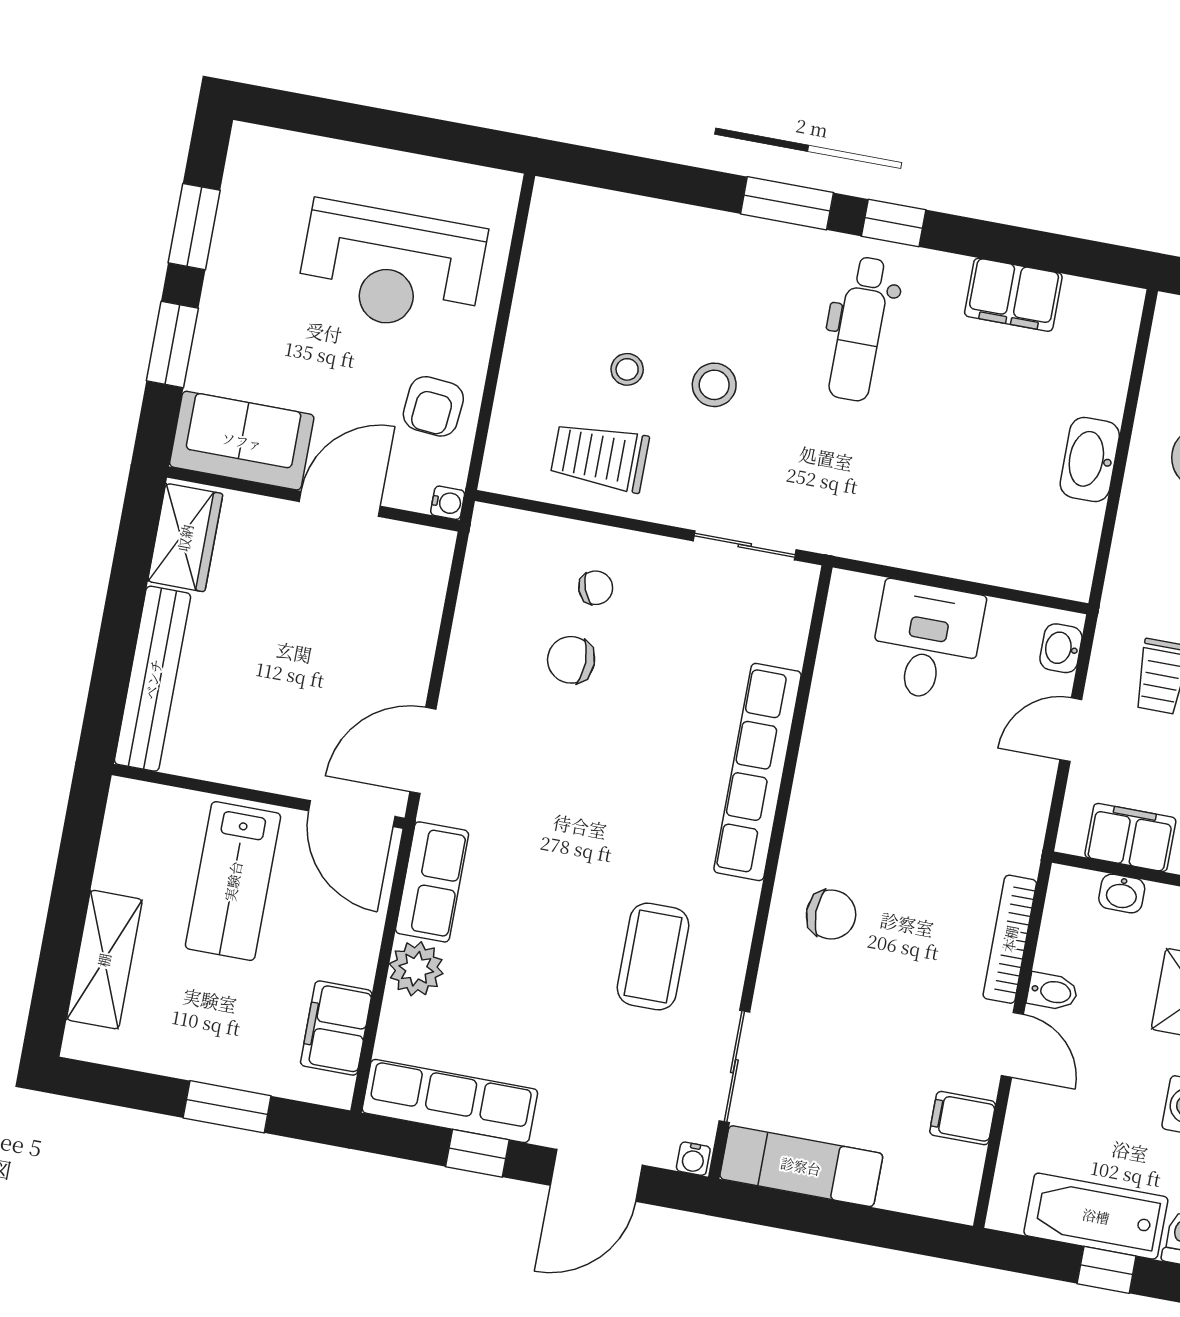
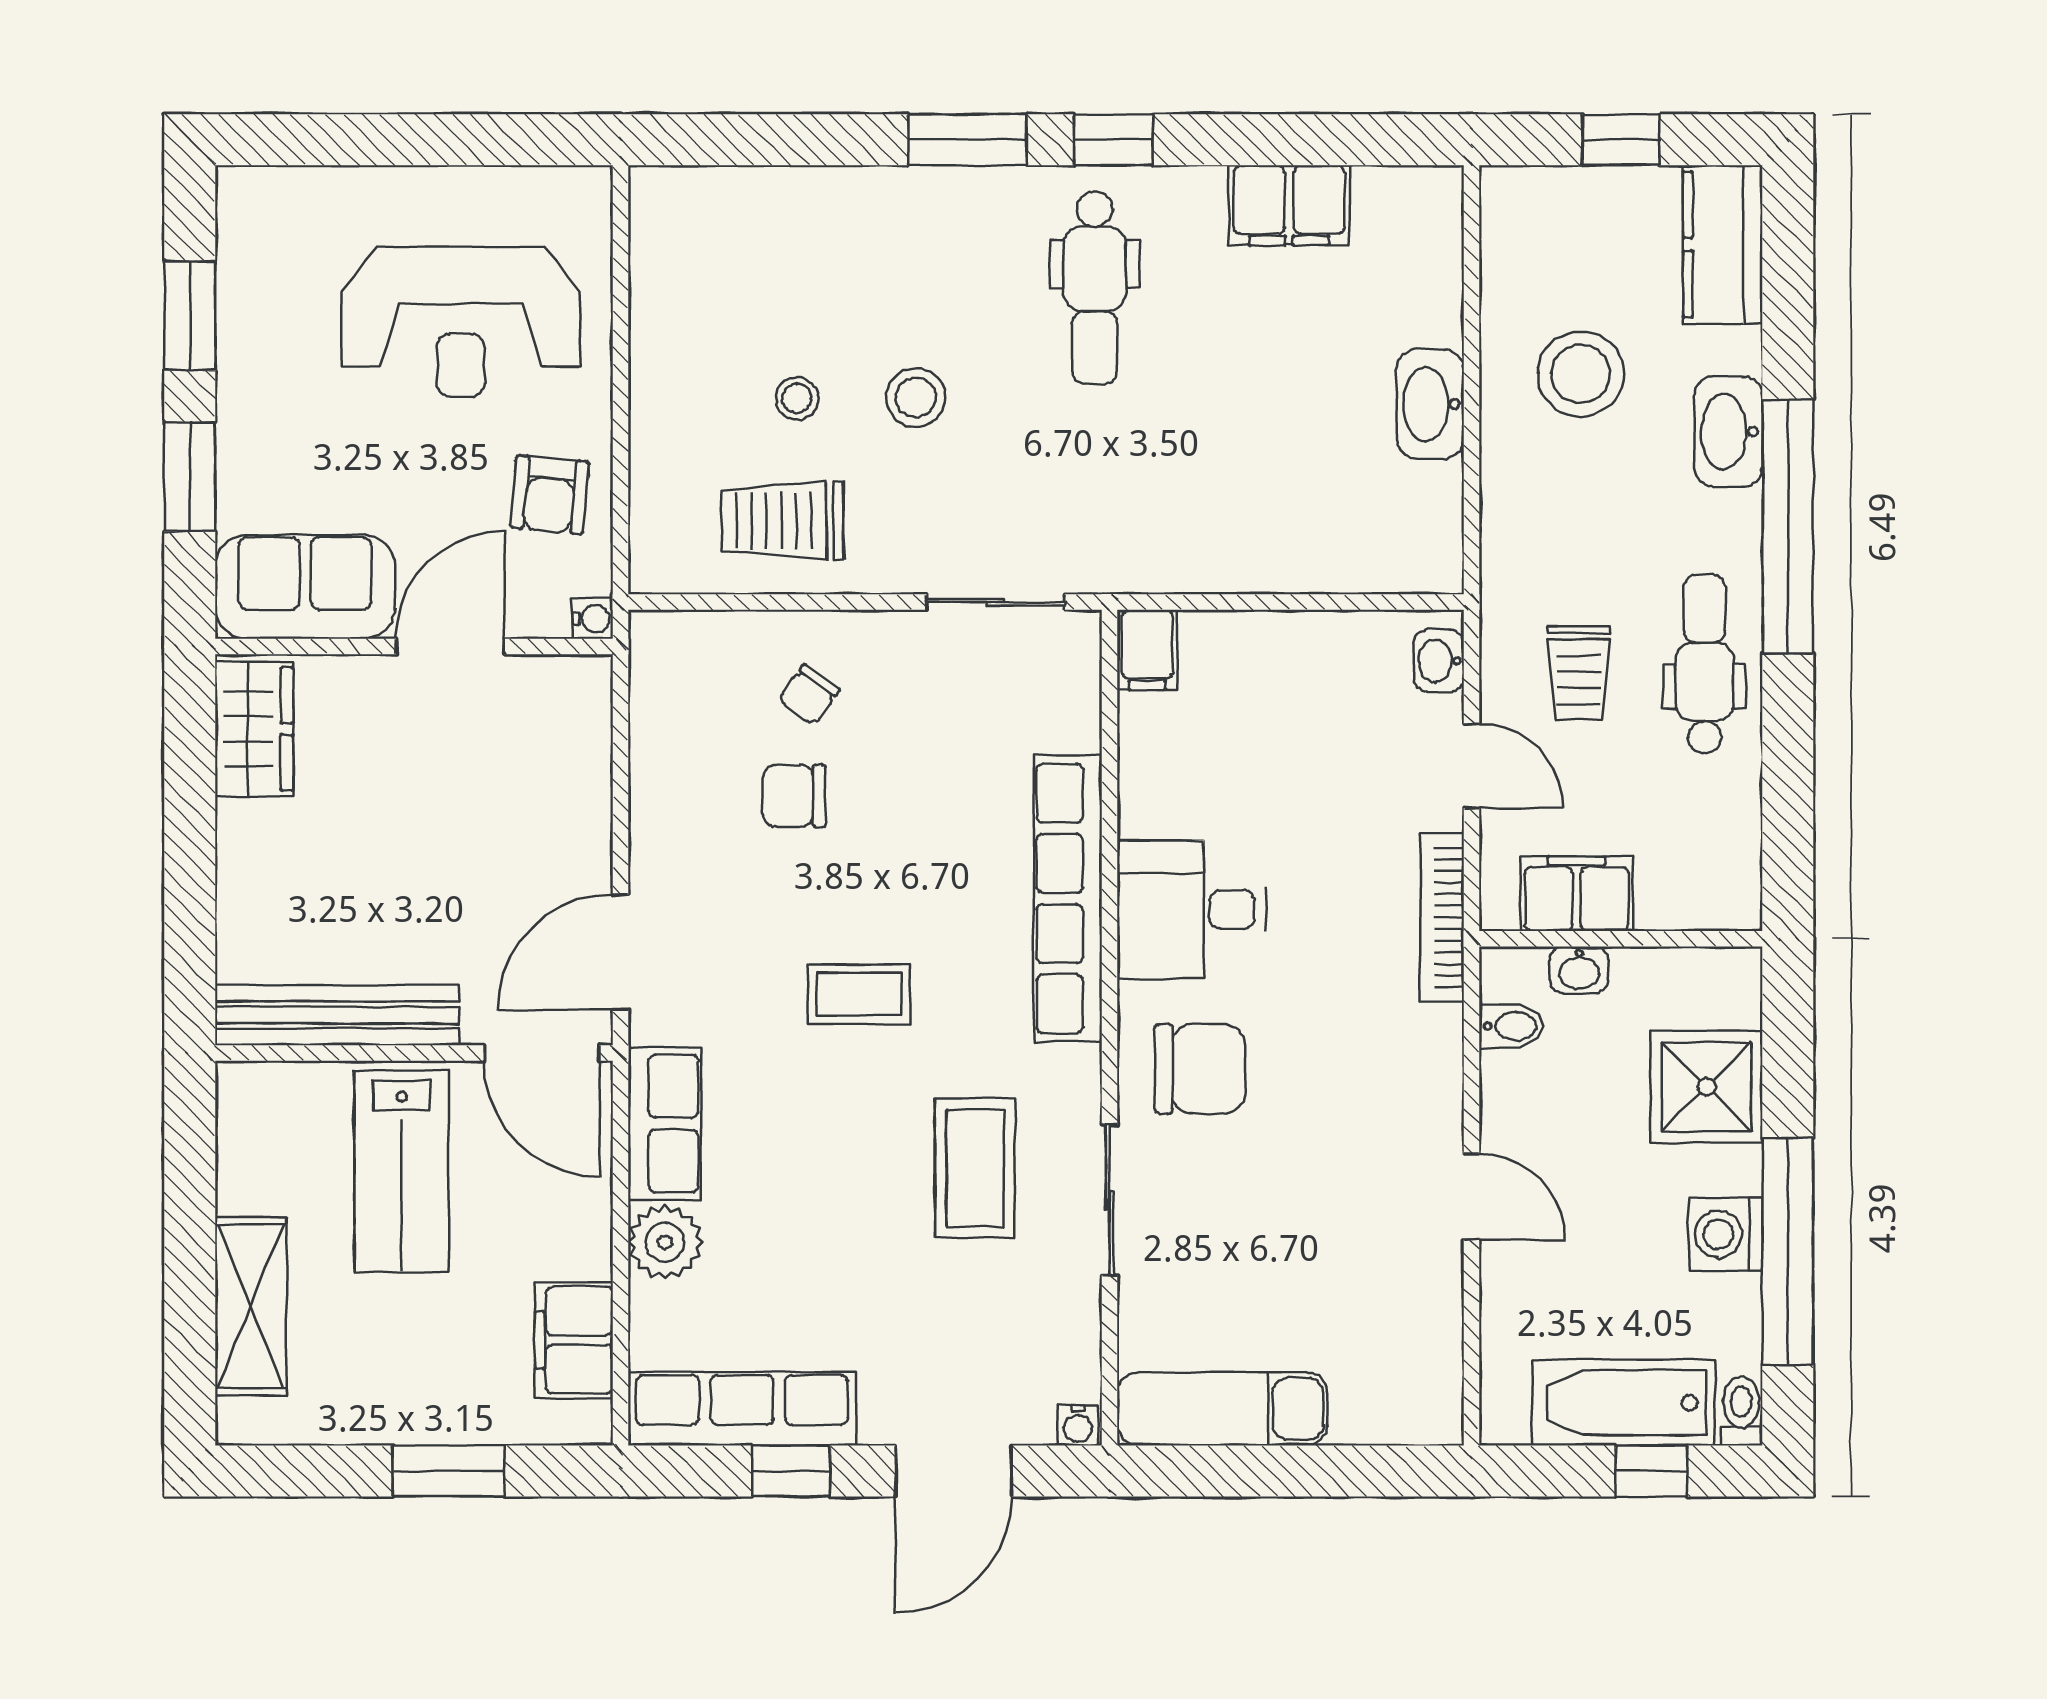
chair: (596, 588) -> (809, 695), turned 147
desk: (927, 641) -> (1192, 909), moved, turned -90
bench: (153, 679) -> (337, 1015), moved, turned 90
door: (1071, 730) -> (1472, 766), swing flipped
coffee table: (592, 814) -> (859, 994), added
chair: (831, 914) -> (1200, 1069), width x1.37, depth x1.37
bookcase: (1010, 939) -> (1442, 918), moved
bidet: (1052, 992) -> (1511, 1026), moved
sliding door: (734, 1066) -> (1109, 1200), moved
filing cabinet: (963, 1118) -> (1147, 650), moved, turned -90

